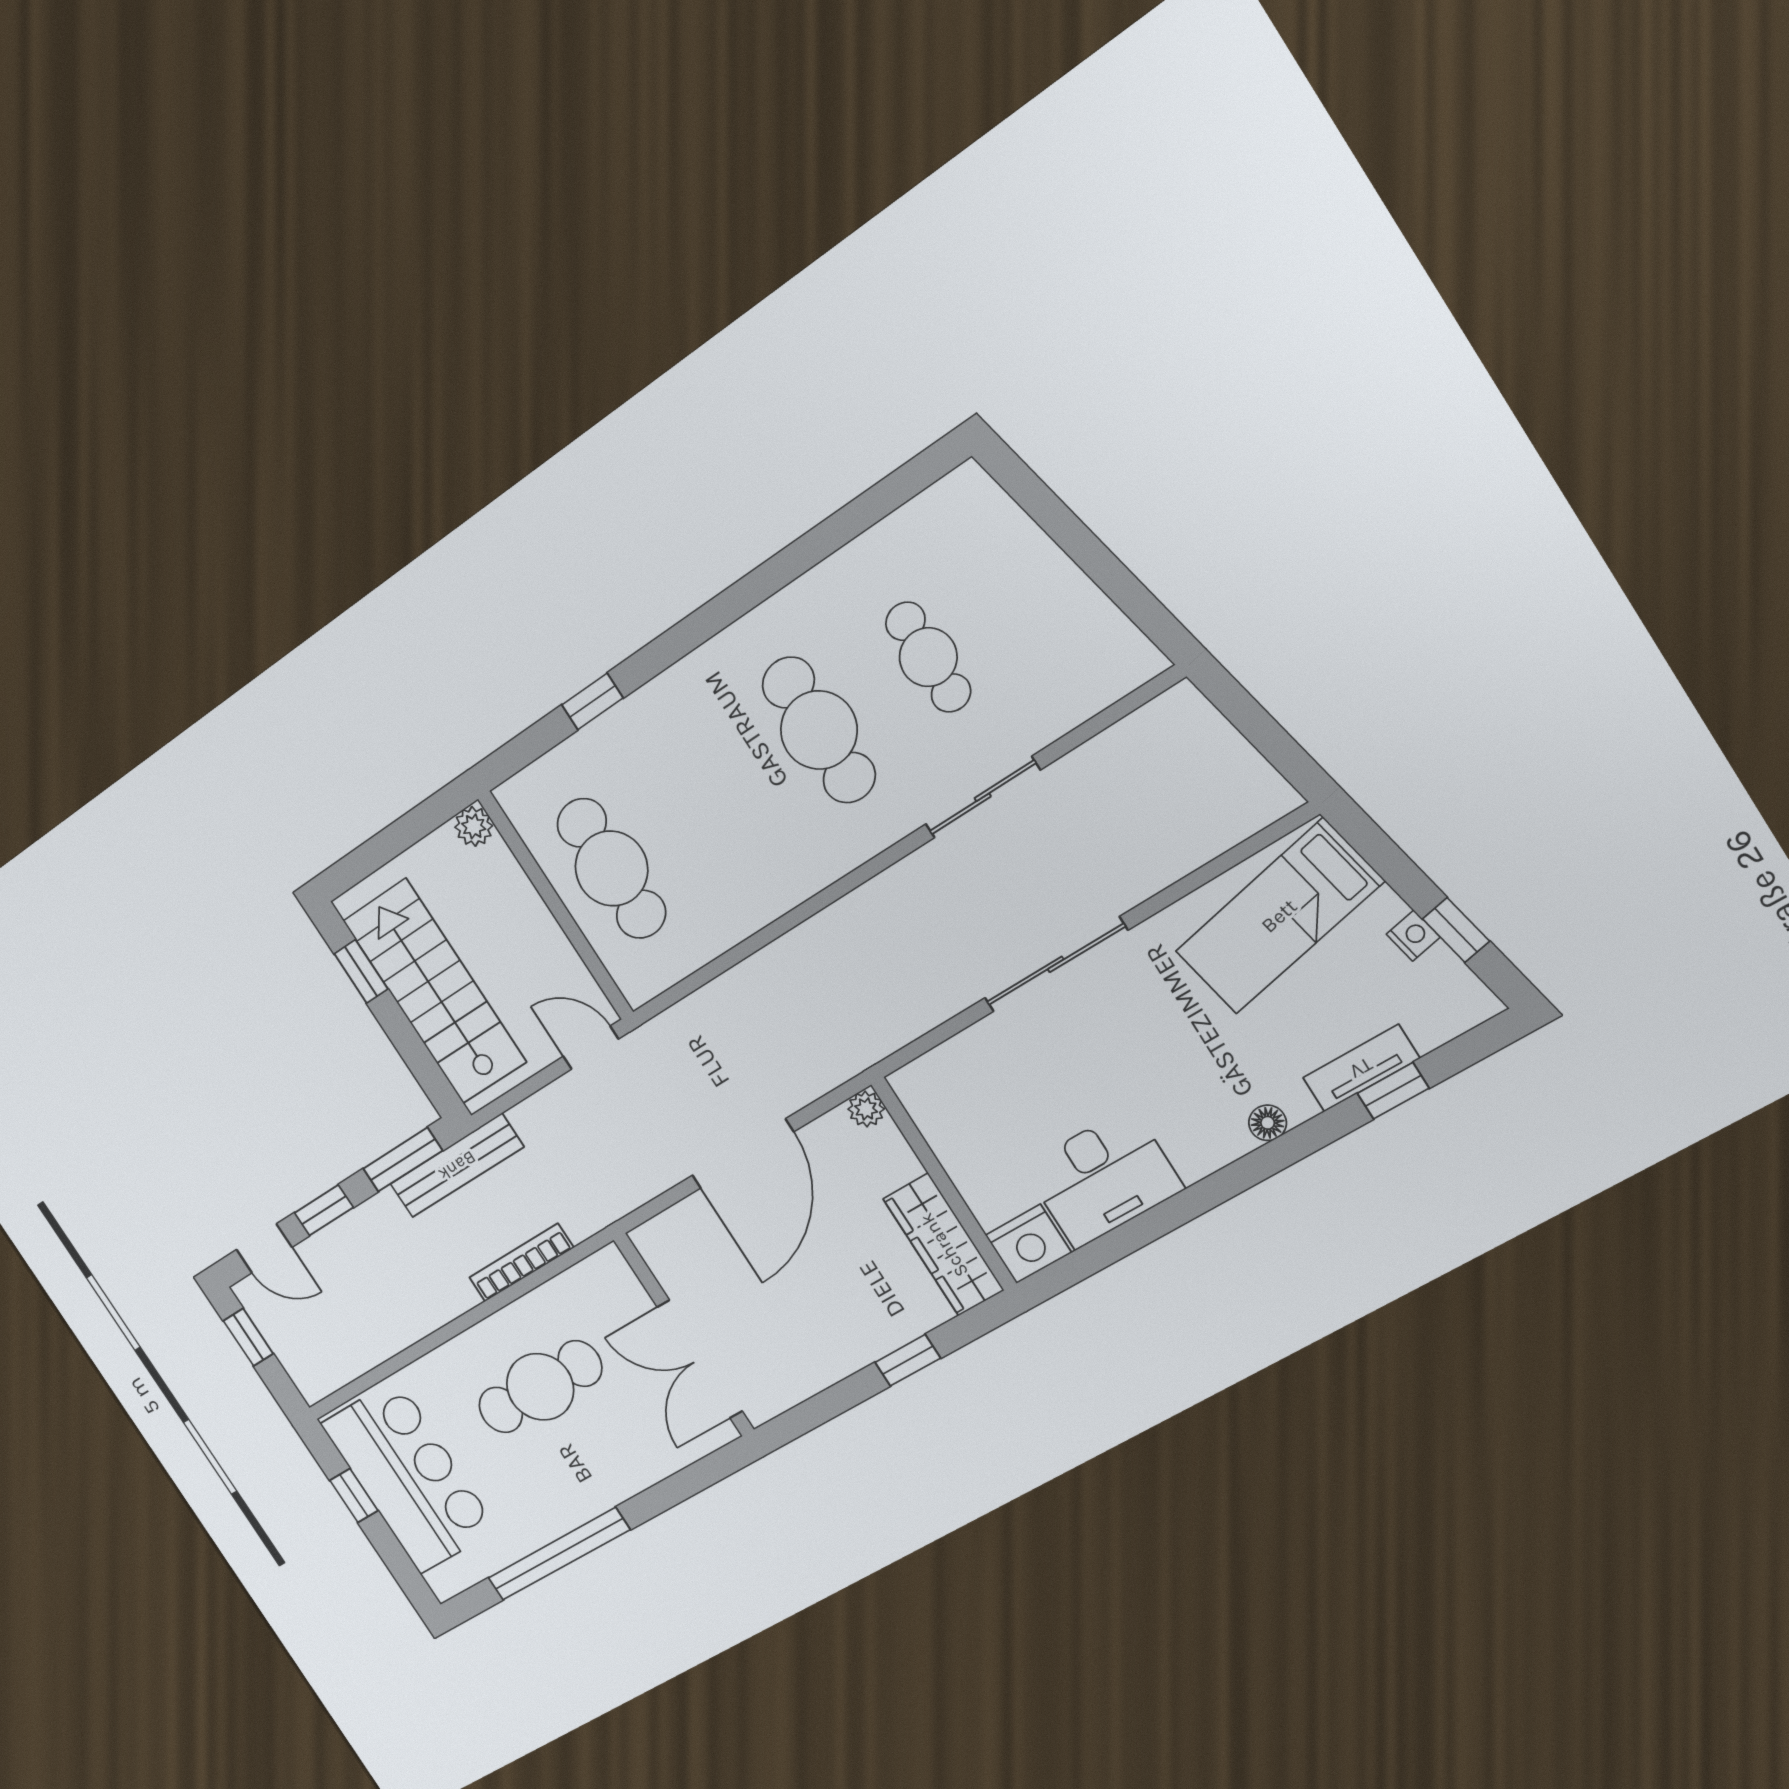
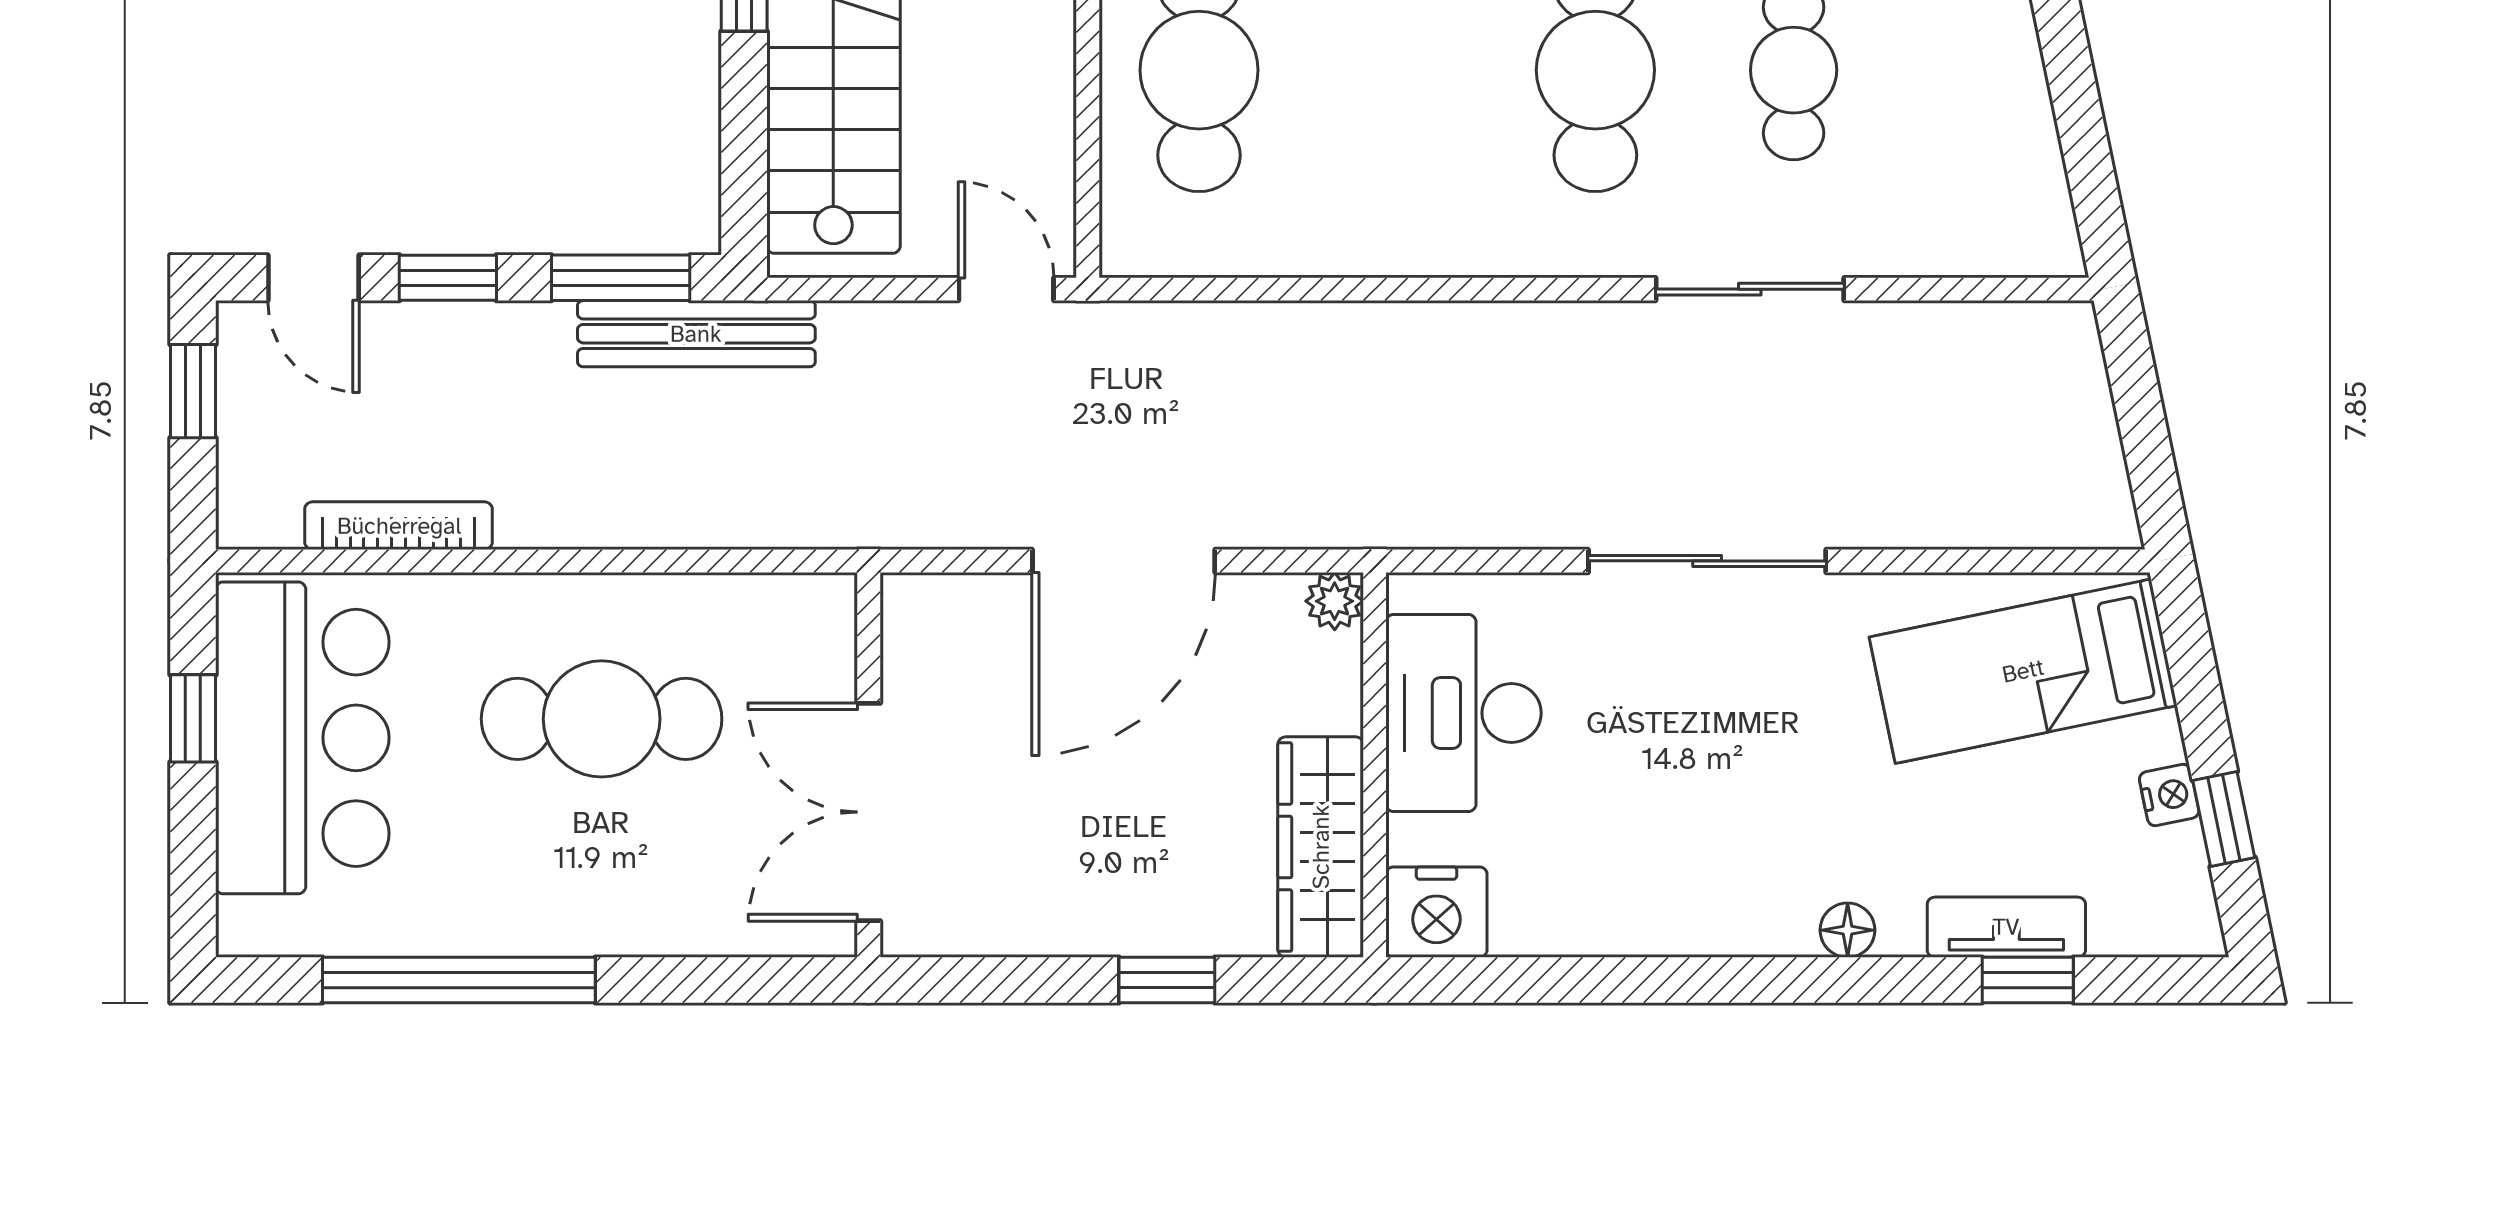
desk: (1103, 1178) -> (1464, 713), moved, turned 90
bookcase: (521, 1263) -> (399, 526), moved

